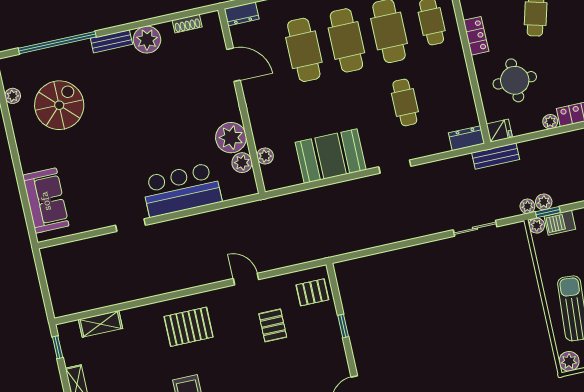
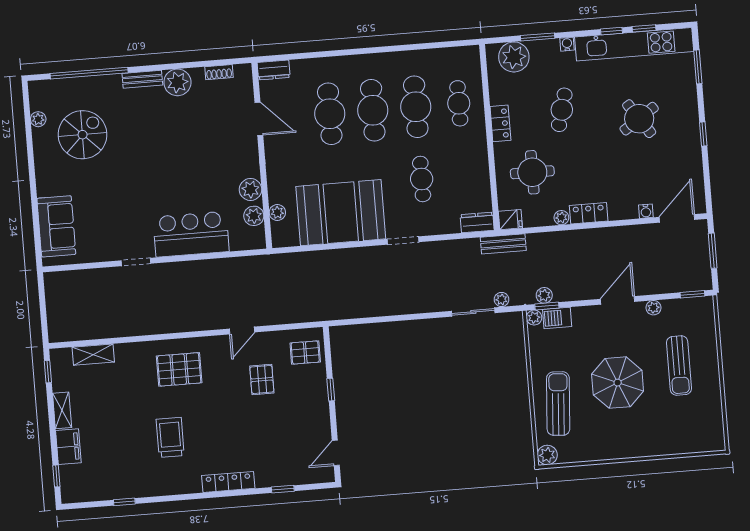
plant: (231, 138) -> (250, 189), width x0.73, depth x0.73
booth: (331, 156) -> (341, 213), width x1.36, depth x1.42
plant: (527, 206) -> (502, 299), moved
door: (246, 279) -> (242, 331), swing flipped

